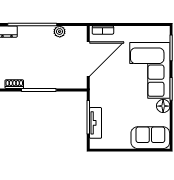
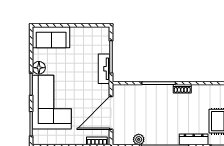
tv unit: (96, 123) -> (104, 69), moved

